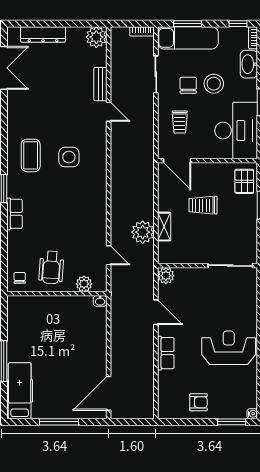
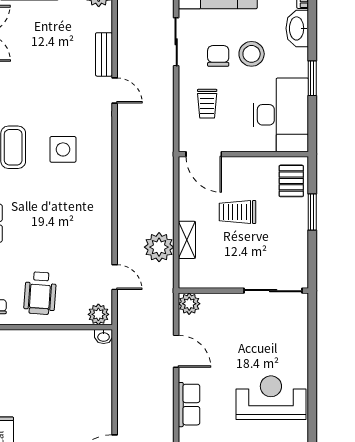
plant: (84, 284) -> (98, 314), moved

